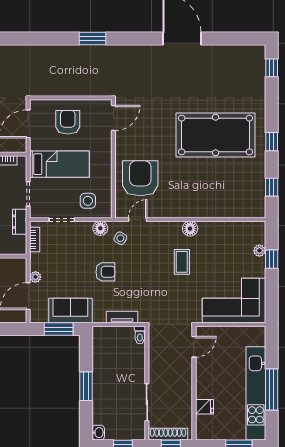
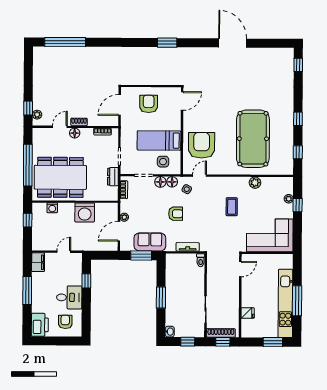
pool table: (216, 135) -> (253, 139), moved, turned 90
bed: (59, 164) -> (159, 141), moved, turned 180
floor lamp: (190, 229) -> (160, 182), moved
plant: (213, 229) -> (255, 183), added

